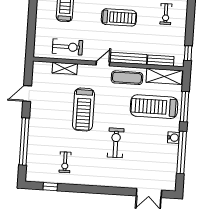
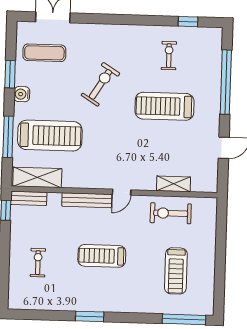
bench: (161, 61) -> (29, 198), moved
exercise mat: (127, 78) -> (44, 53), moved
treadmill: (83, 110) -> (164, 106), moved, turned -90
exercise bike: (116, 143) -> (100, 84), turned -148
window: (182, 152) -> (10, 74), width x0.47

